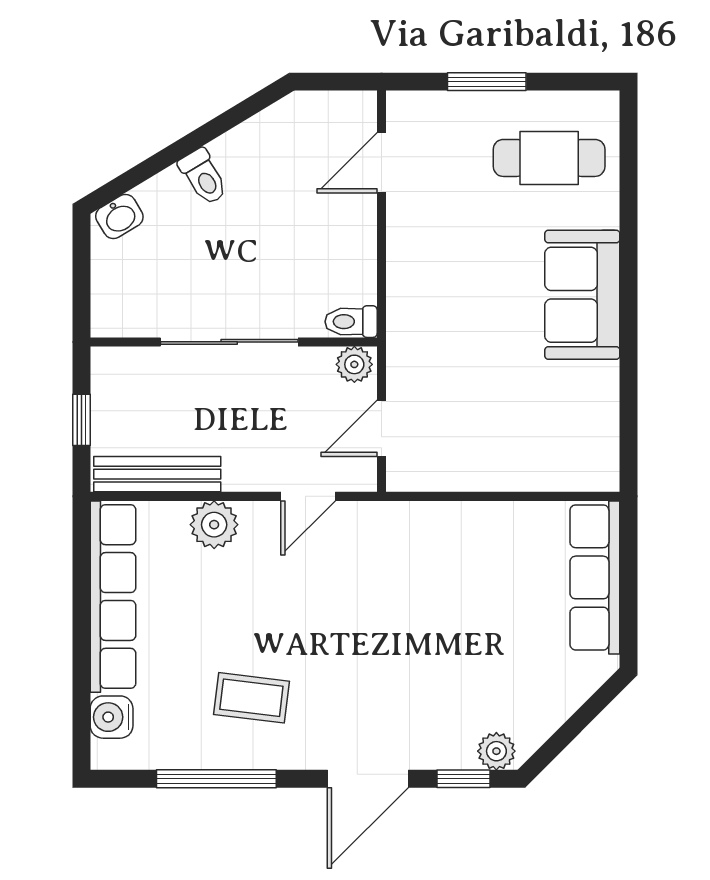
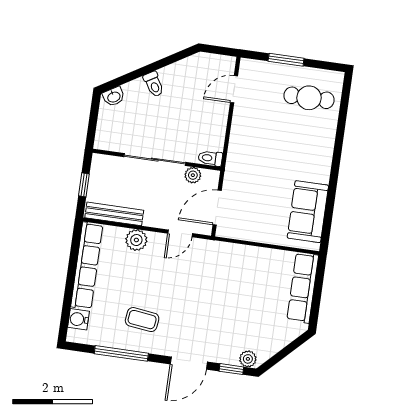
sofa: (582, 295) -> (308, 212), moved
plant: (354, 364) -> (193, 175), moved
door: (381, 428) -> (217, 208), width x1.38

